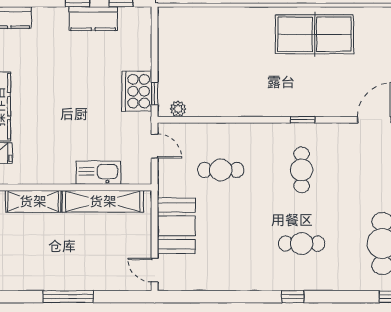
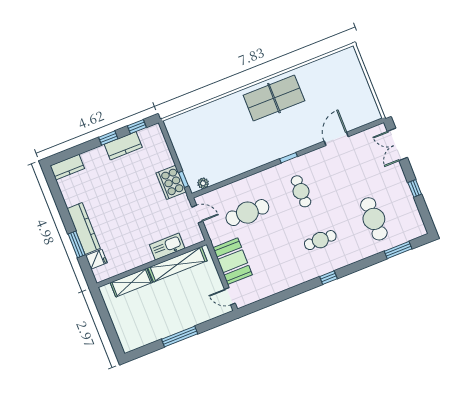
cafe table: (221, 170) -> (247, 213), width x1.37, depth x1.35

